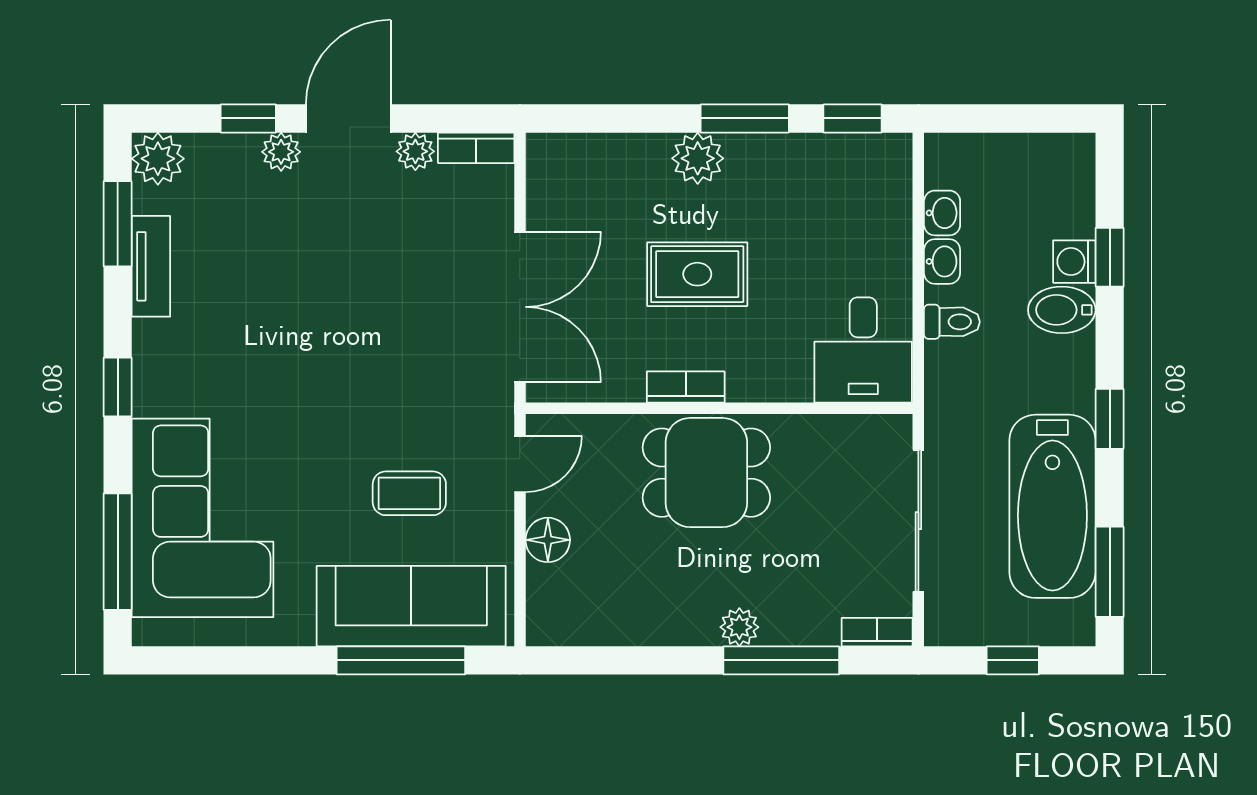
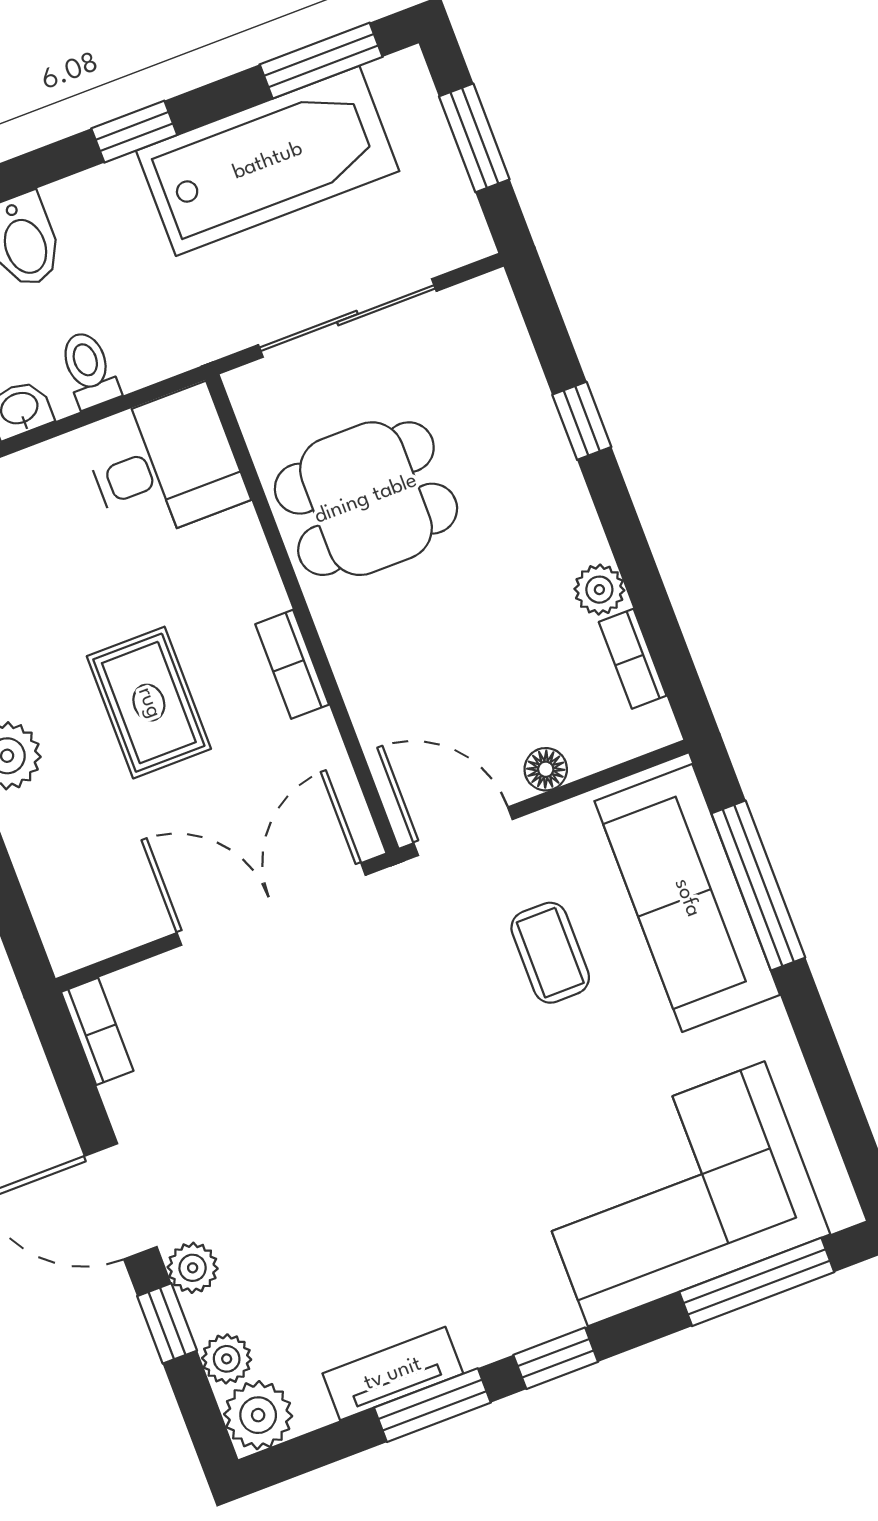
plant: (415, 151) -> (227, 1359), moved
window: (118, 224) -> (432, 1405), moved
door: (520, 464) -> (463, 831), width x1.38
dining table: (706, 473) -> (366, 499), moved, turned 90
floor lamp: (548, 540) -> (546, 769), width x0.73, depth x0.73
plant: (739, 627) -> (599, 590), moved
bookcase: (877, 632) -> (633, 659), moved
window: (781, 660) -> (582, 421), width x0.46
window: (1013, 660) -> (474, 138), width x1.50

